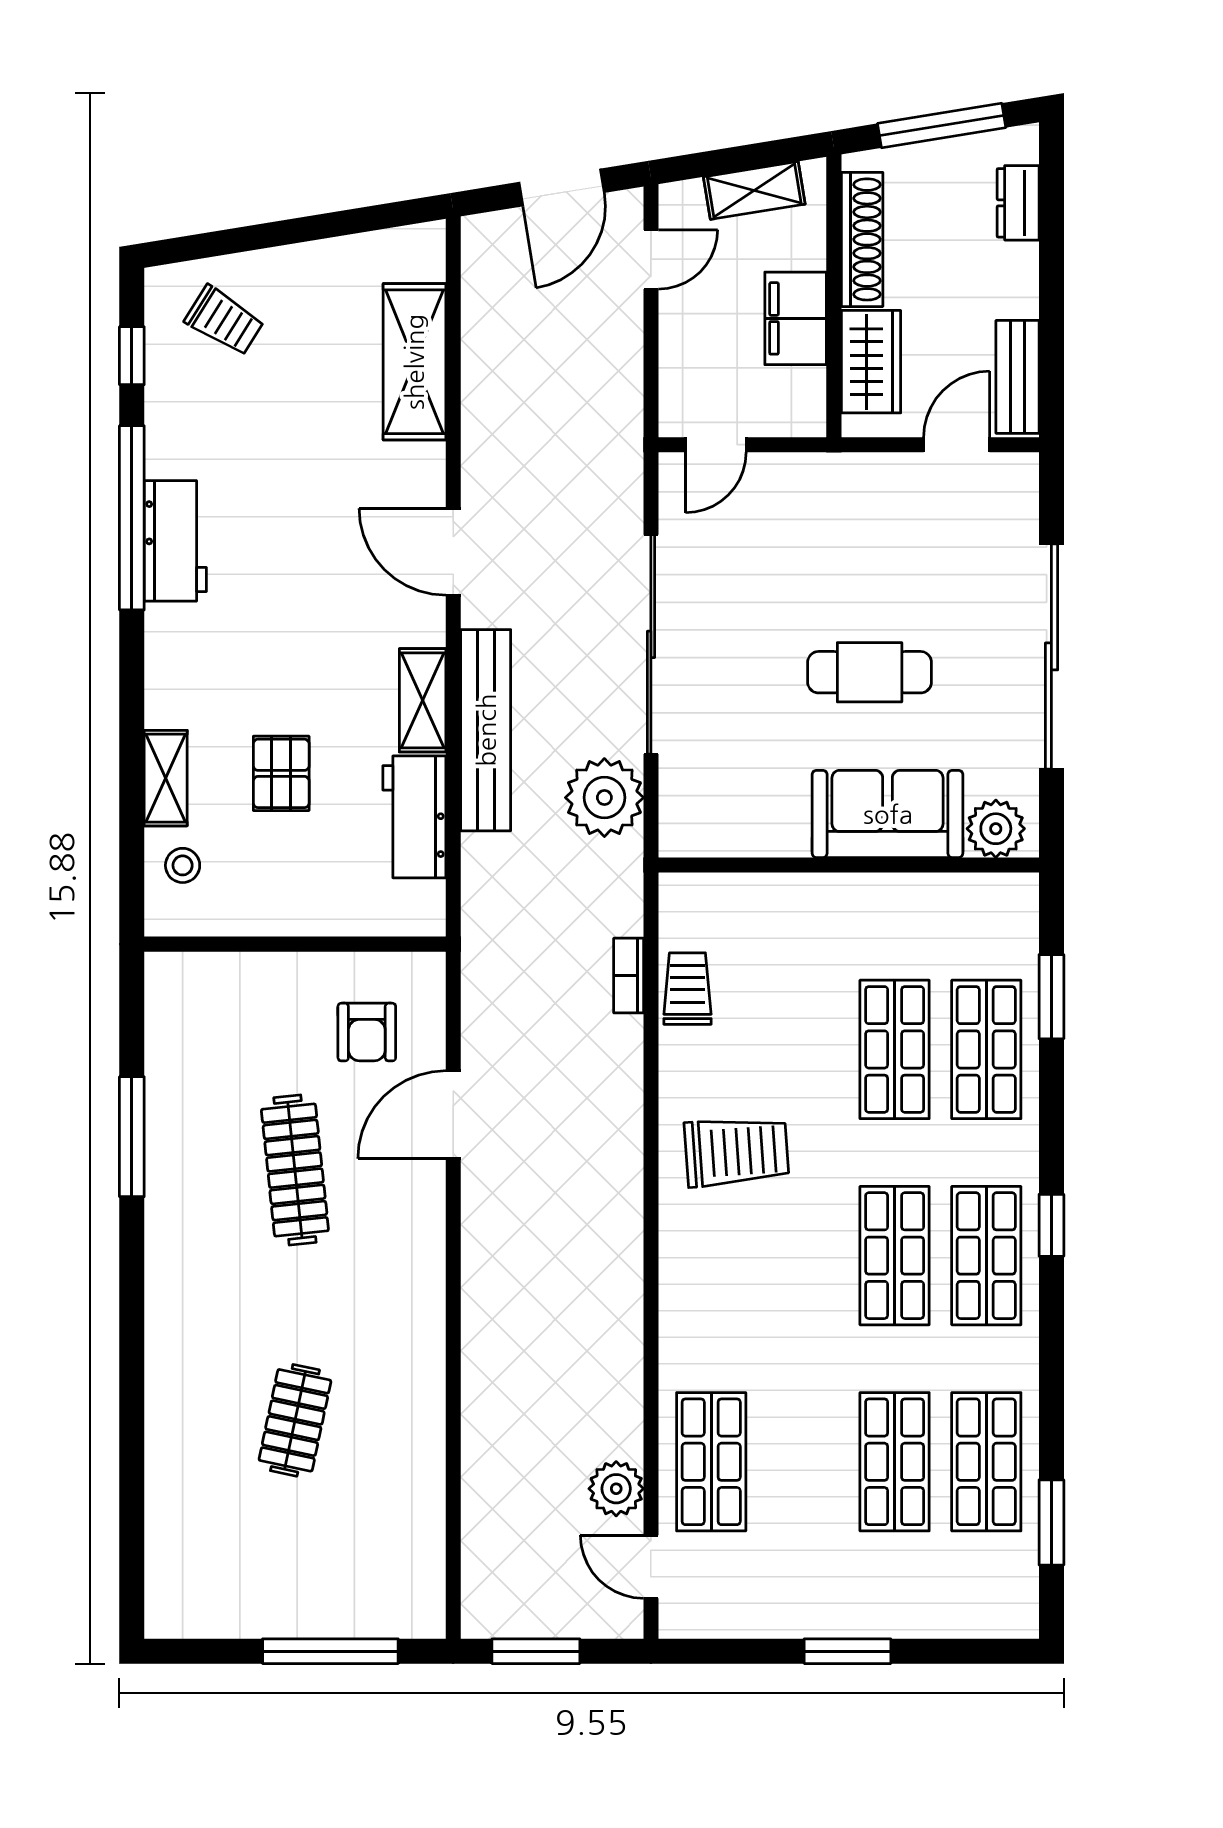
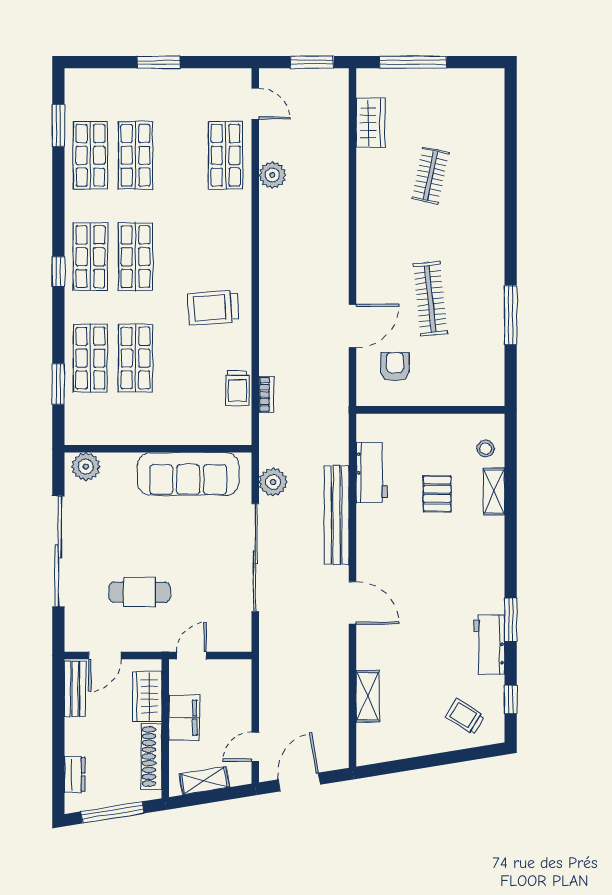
shelving: (414, 362) -> (368, 696), width x0.67, depth x0.75
door: (716, 445) -> (191, 655), moved
window: (132, 518) -> (511, 620), width x0.47
workbench: (175, 541) -> (489, 645), moved
cafe table: (870, 672) -> (139, 592), moved
shelving: (423, 700) -> (368, 530), removed
plant: (604, 798) -> (273, 482), width x0.73, depth x0.73
sofa: (888, 814) -> (188, 474), moved, width x1.36
plant: (616, 1489) -> (272, 175), moved
wardrobe: (417, 1528) -> (370, 123), added

